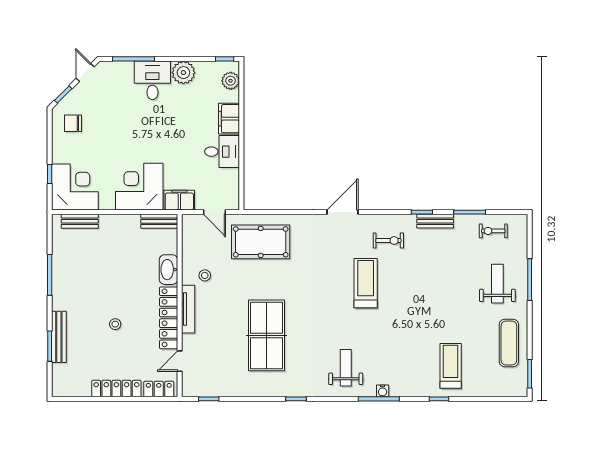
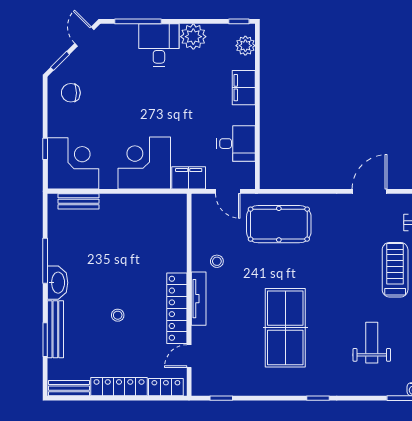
desk: (222, 152) -> (236, 144), moved
bench: (159, 221) -> (69, 388), moved
washbasin: (169, 270) -> (57, 283), moved, turned 180
weight bench: (346, 368) -> (372, 343), moved

